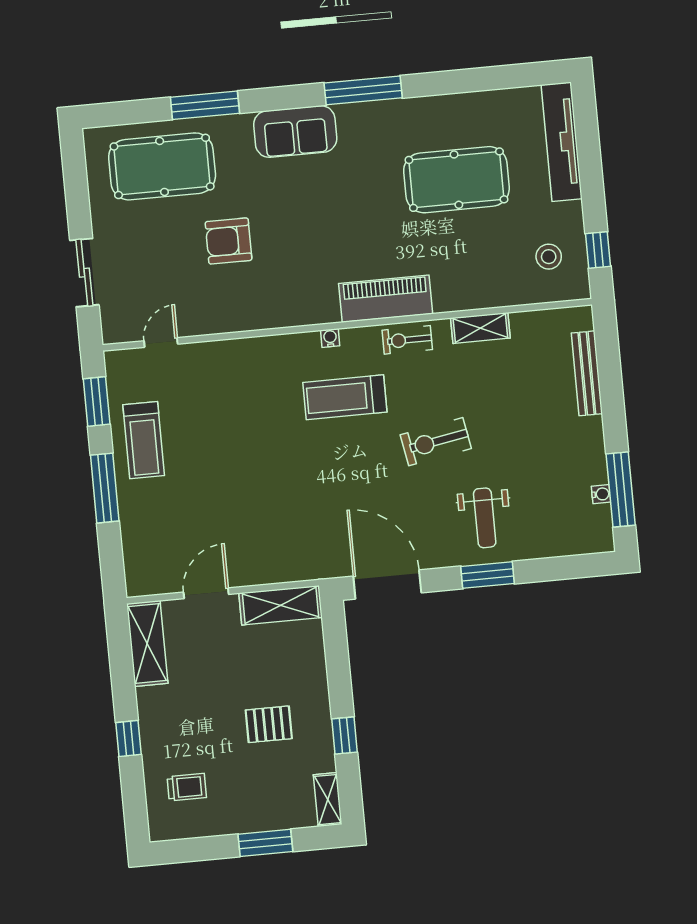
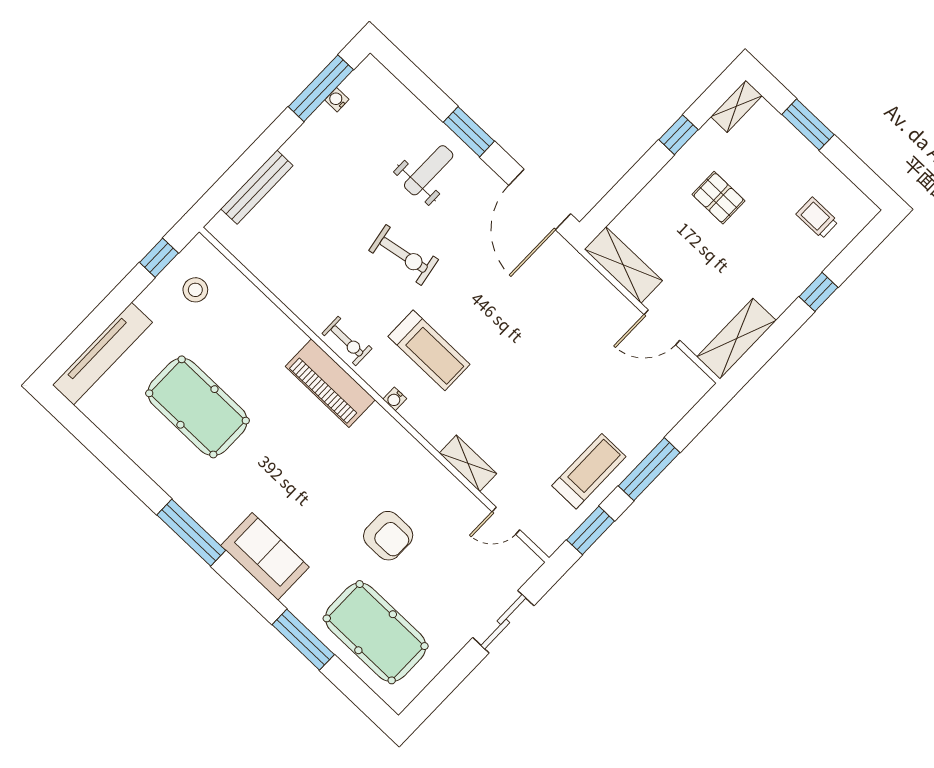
shelving: (480, 328) -> (468, 463), moved

